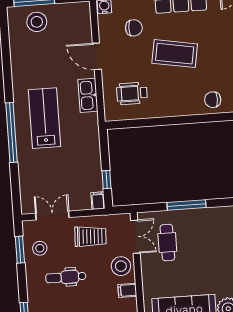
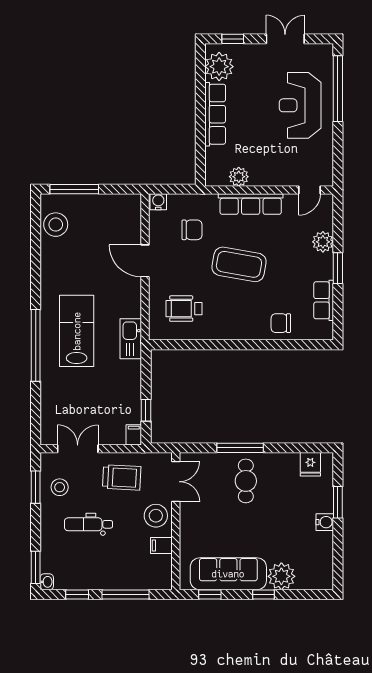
stool: (37, 22) -> (56, 225), moved
kitchen sink: (88, 95) -> (131, 339), moved
cafe table: (167, 243) -> (246, 481), moved

